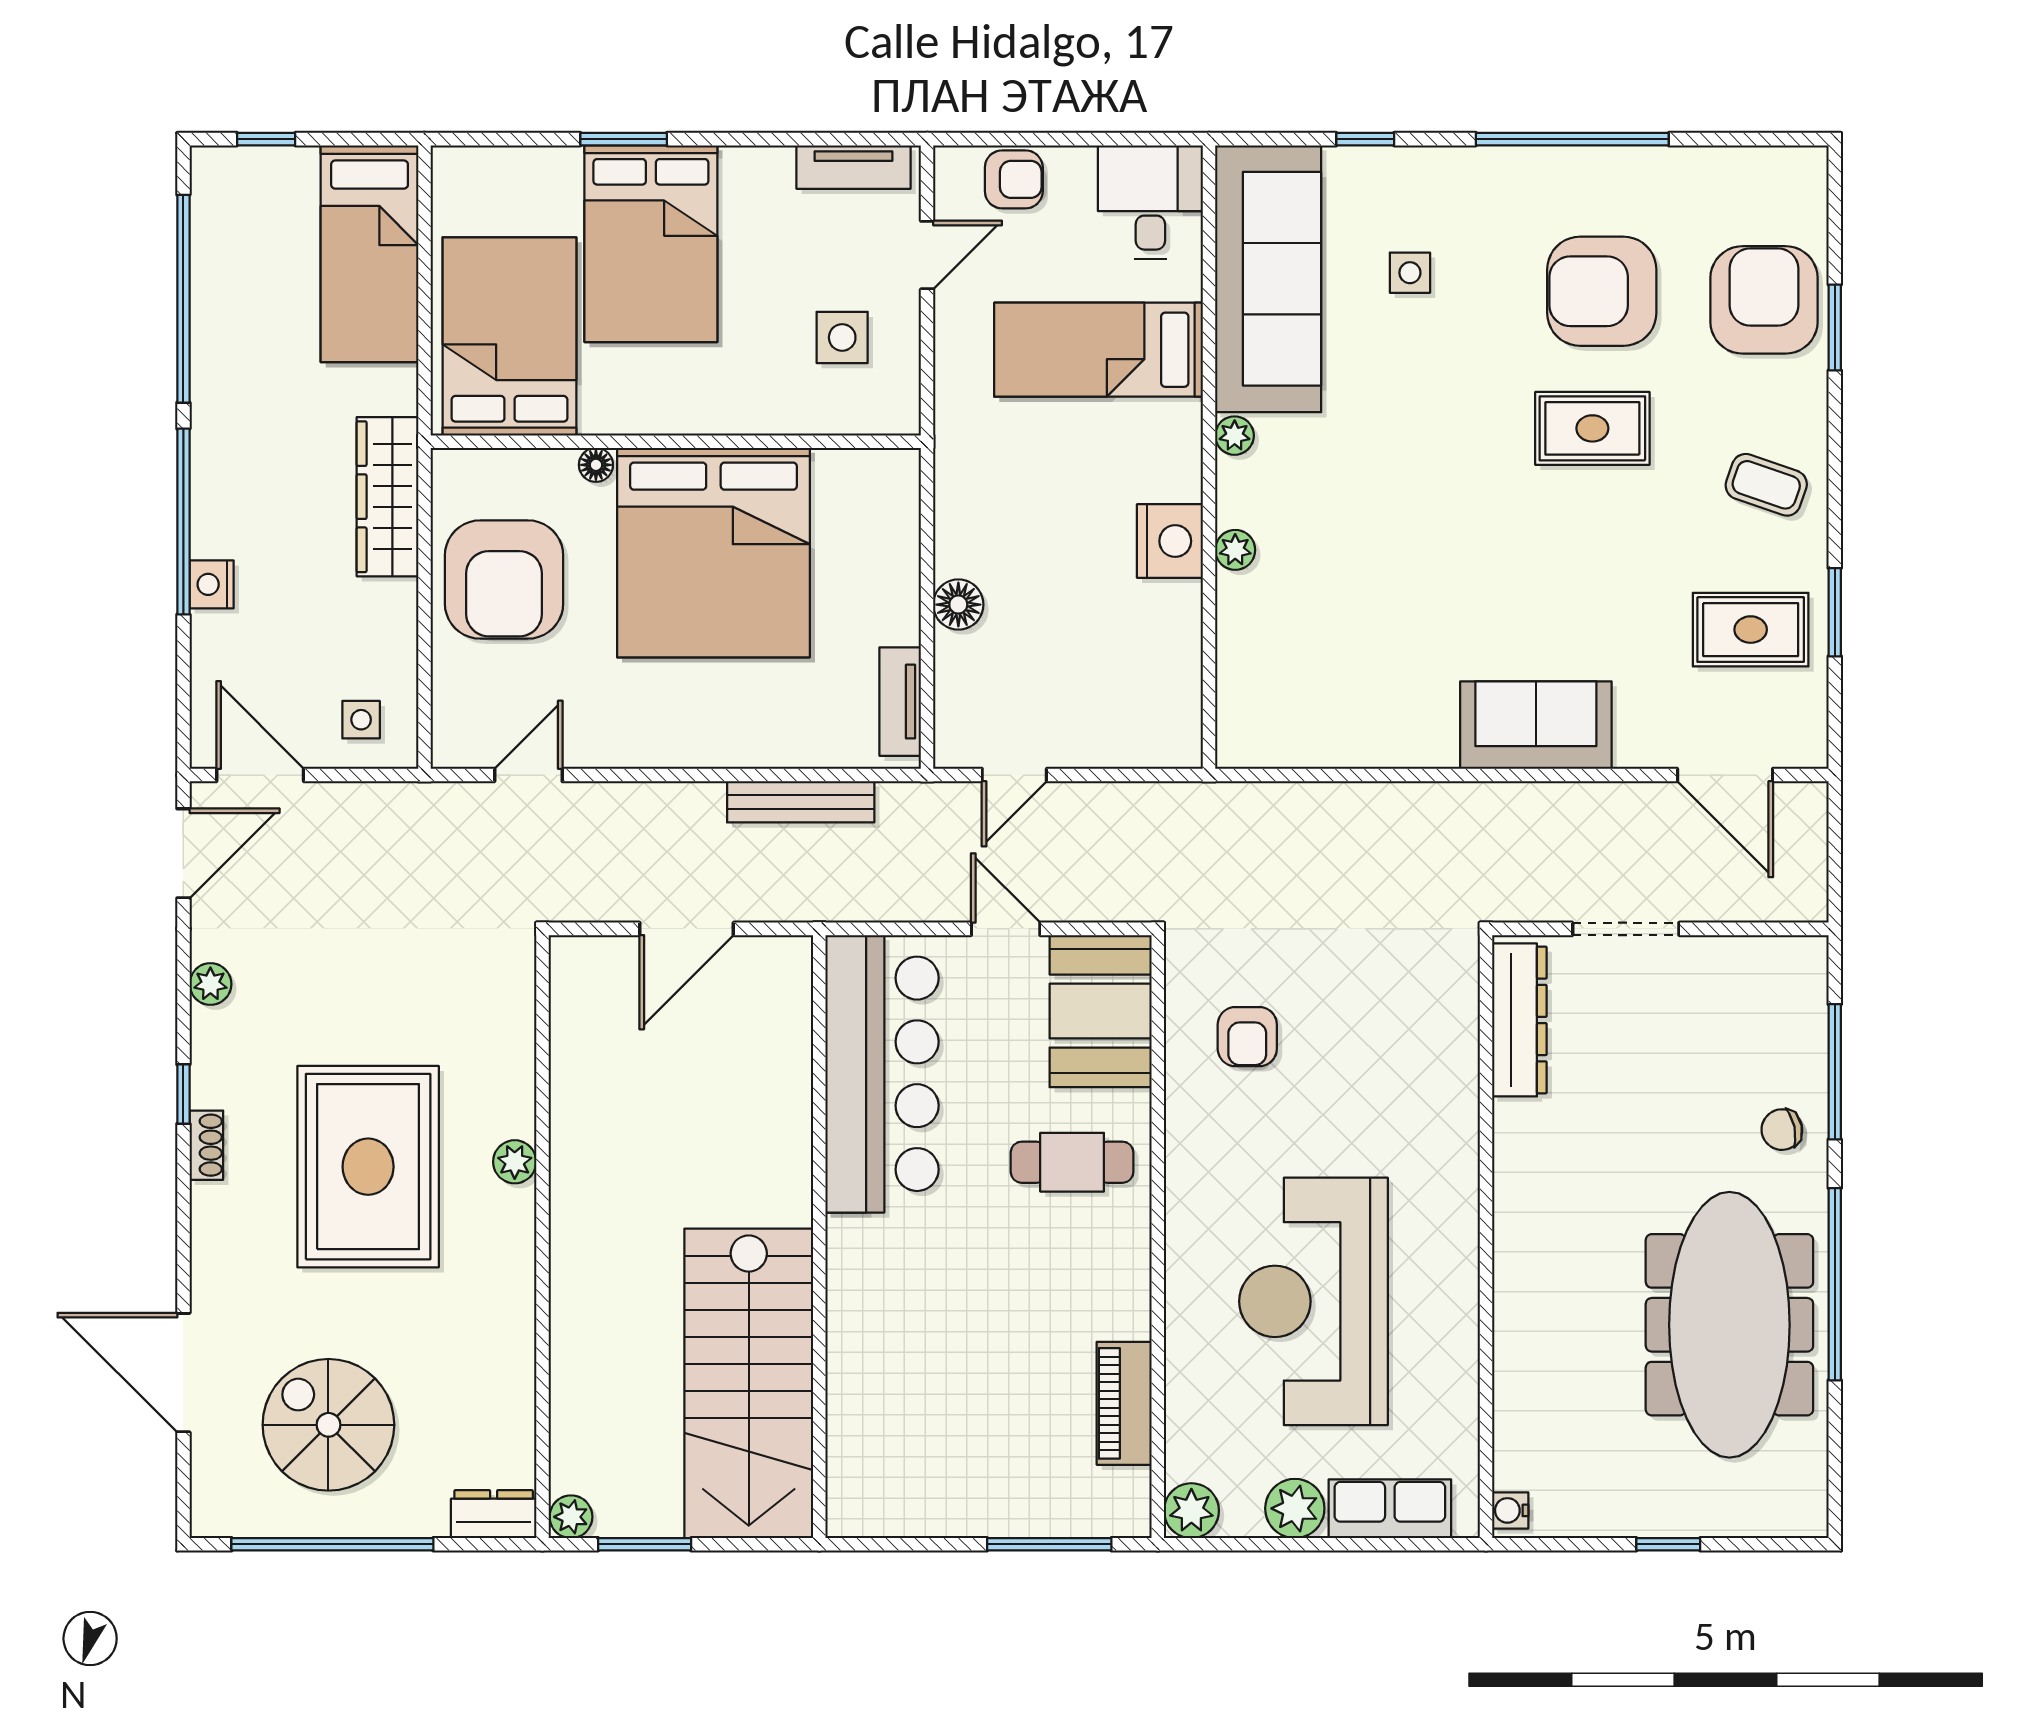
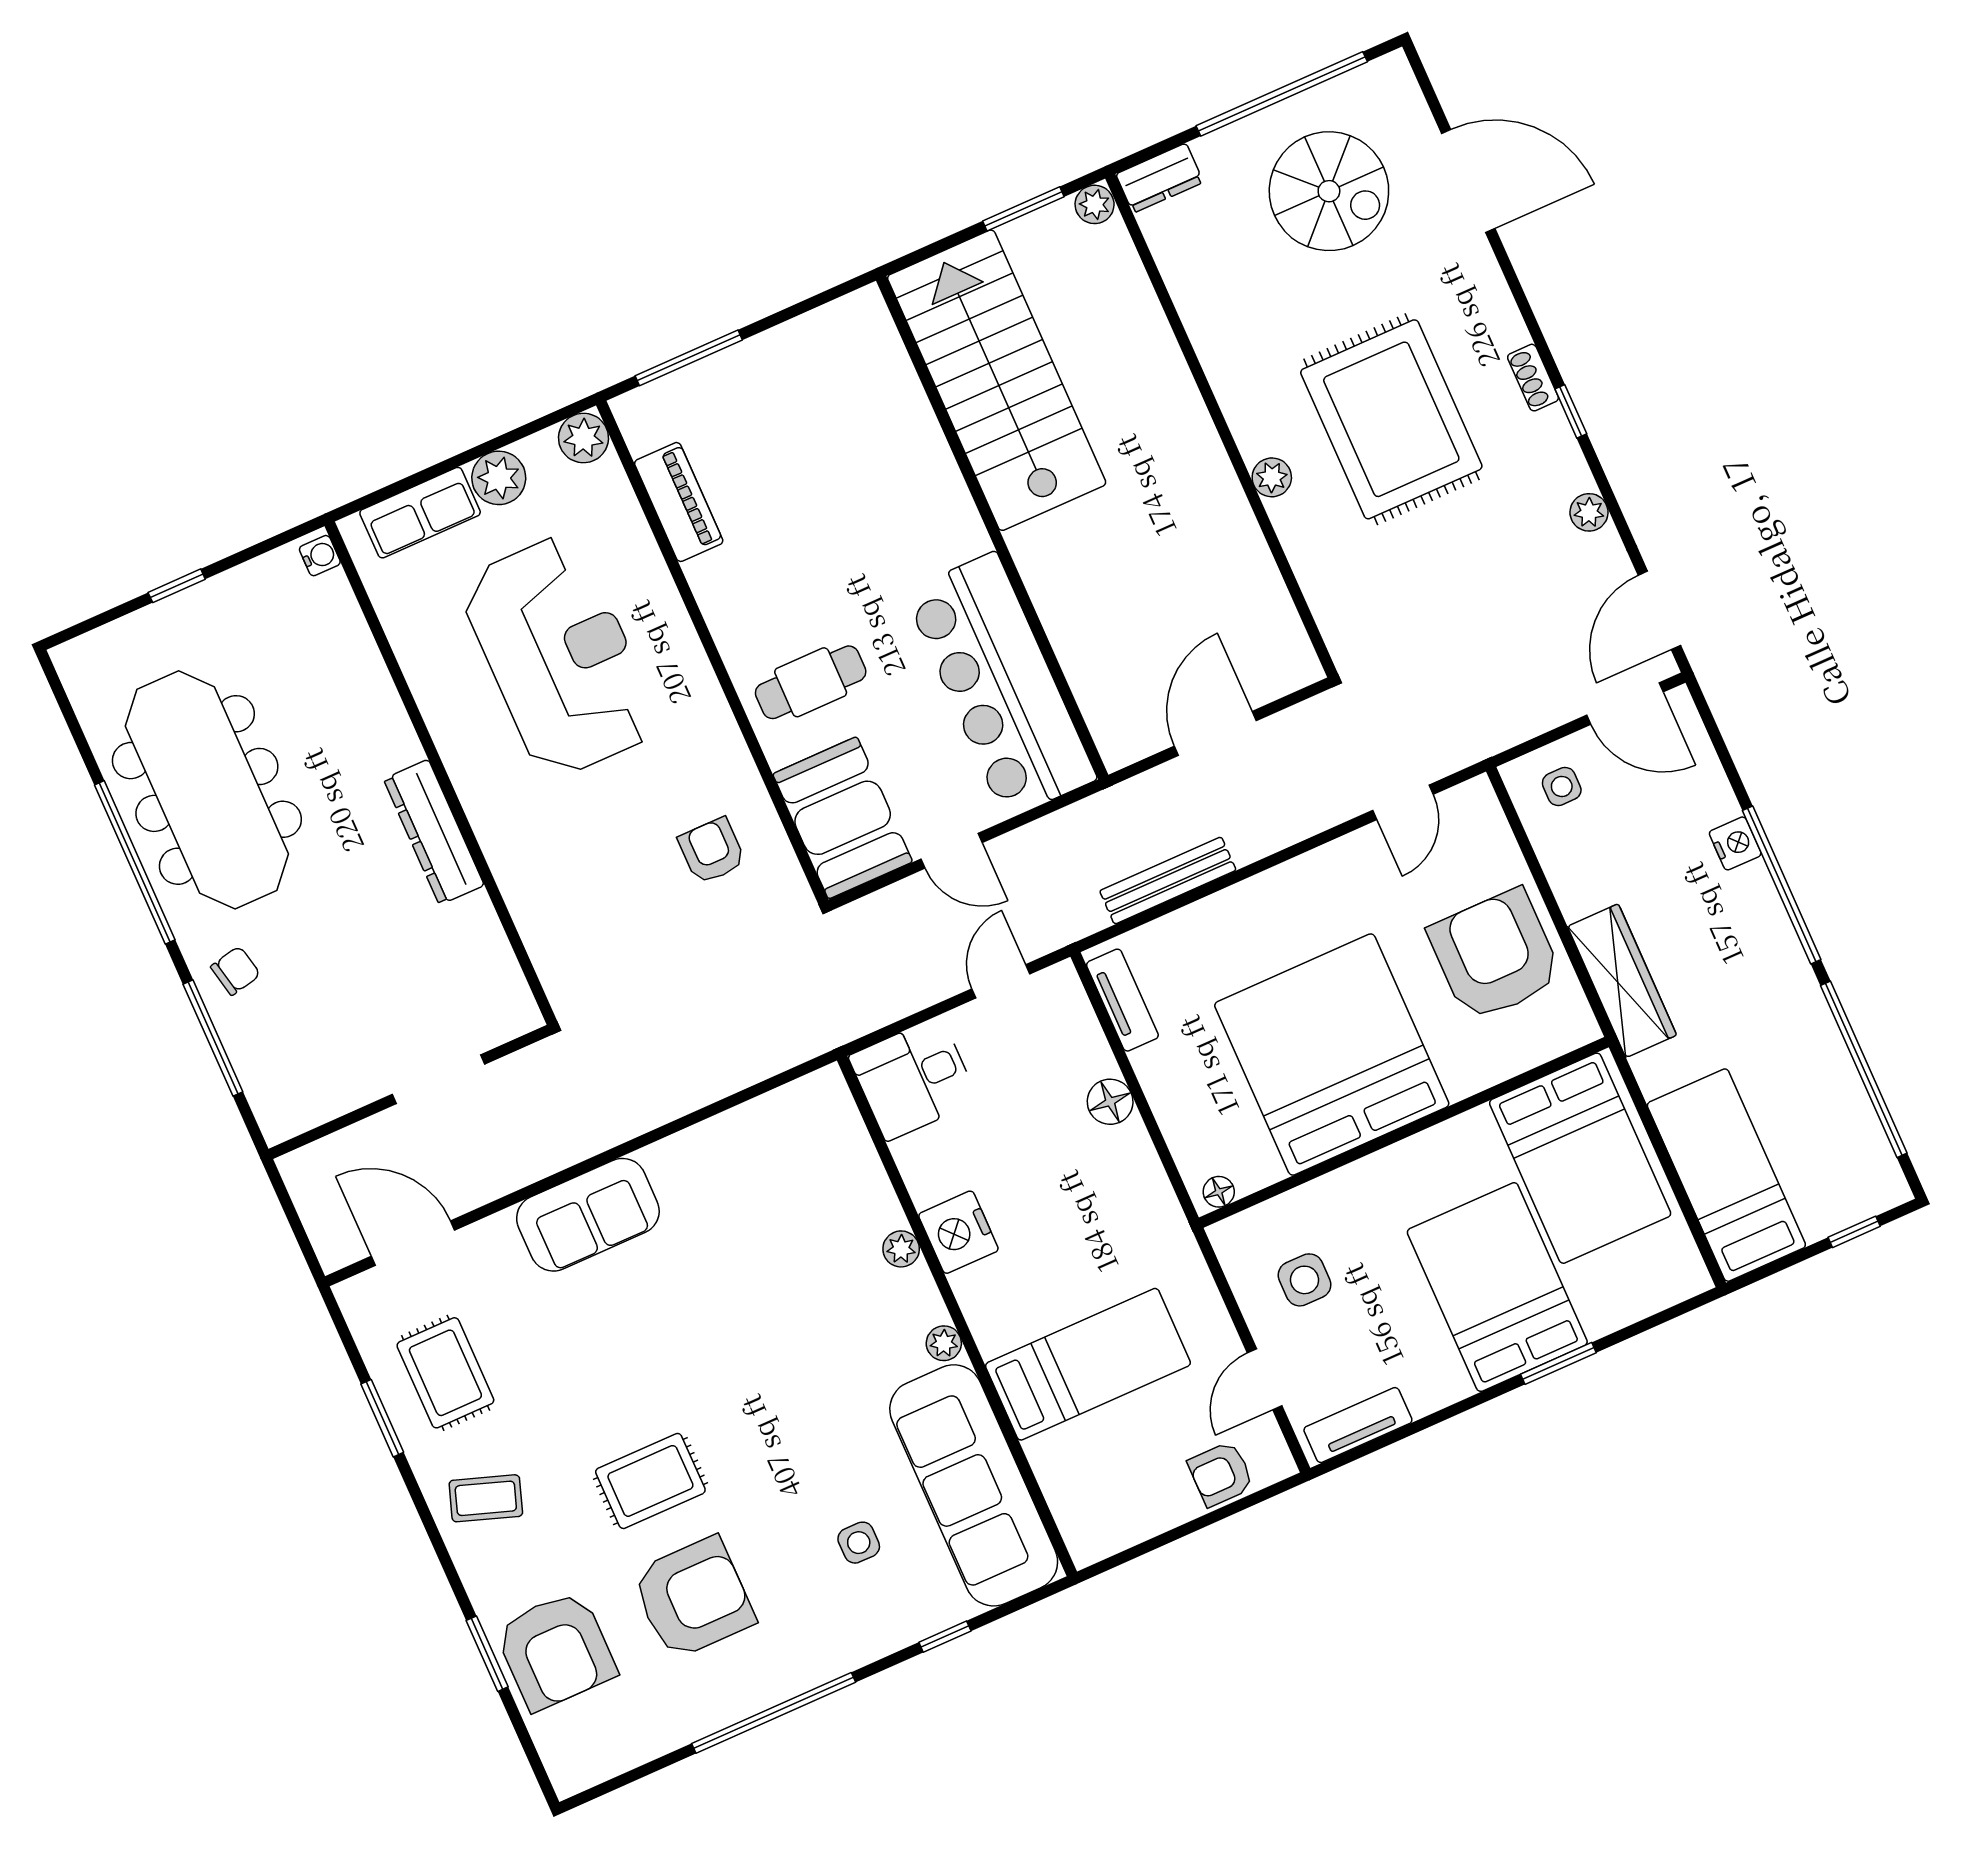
desk: (1150, 202) -> (913, 1078), moved, turned 90
floor lamp: (596, 465) -> (1219, 1192), moved
rug: (1751, 630) -> (445, 1373), turned 90
dresser: (1519, 1020) -> (434, 832), moved

